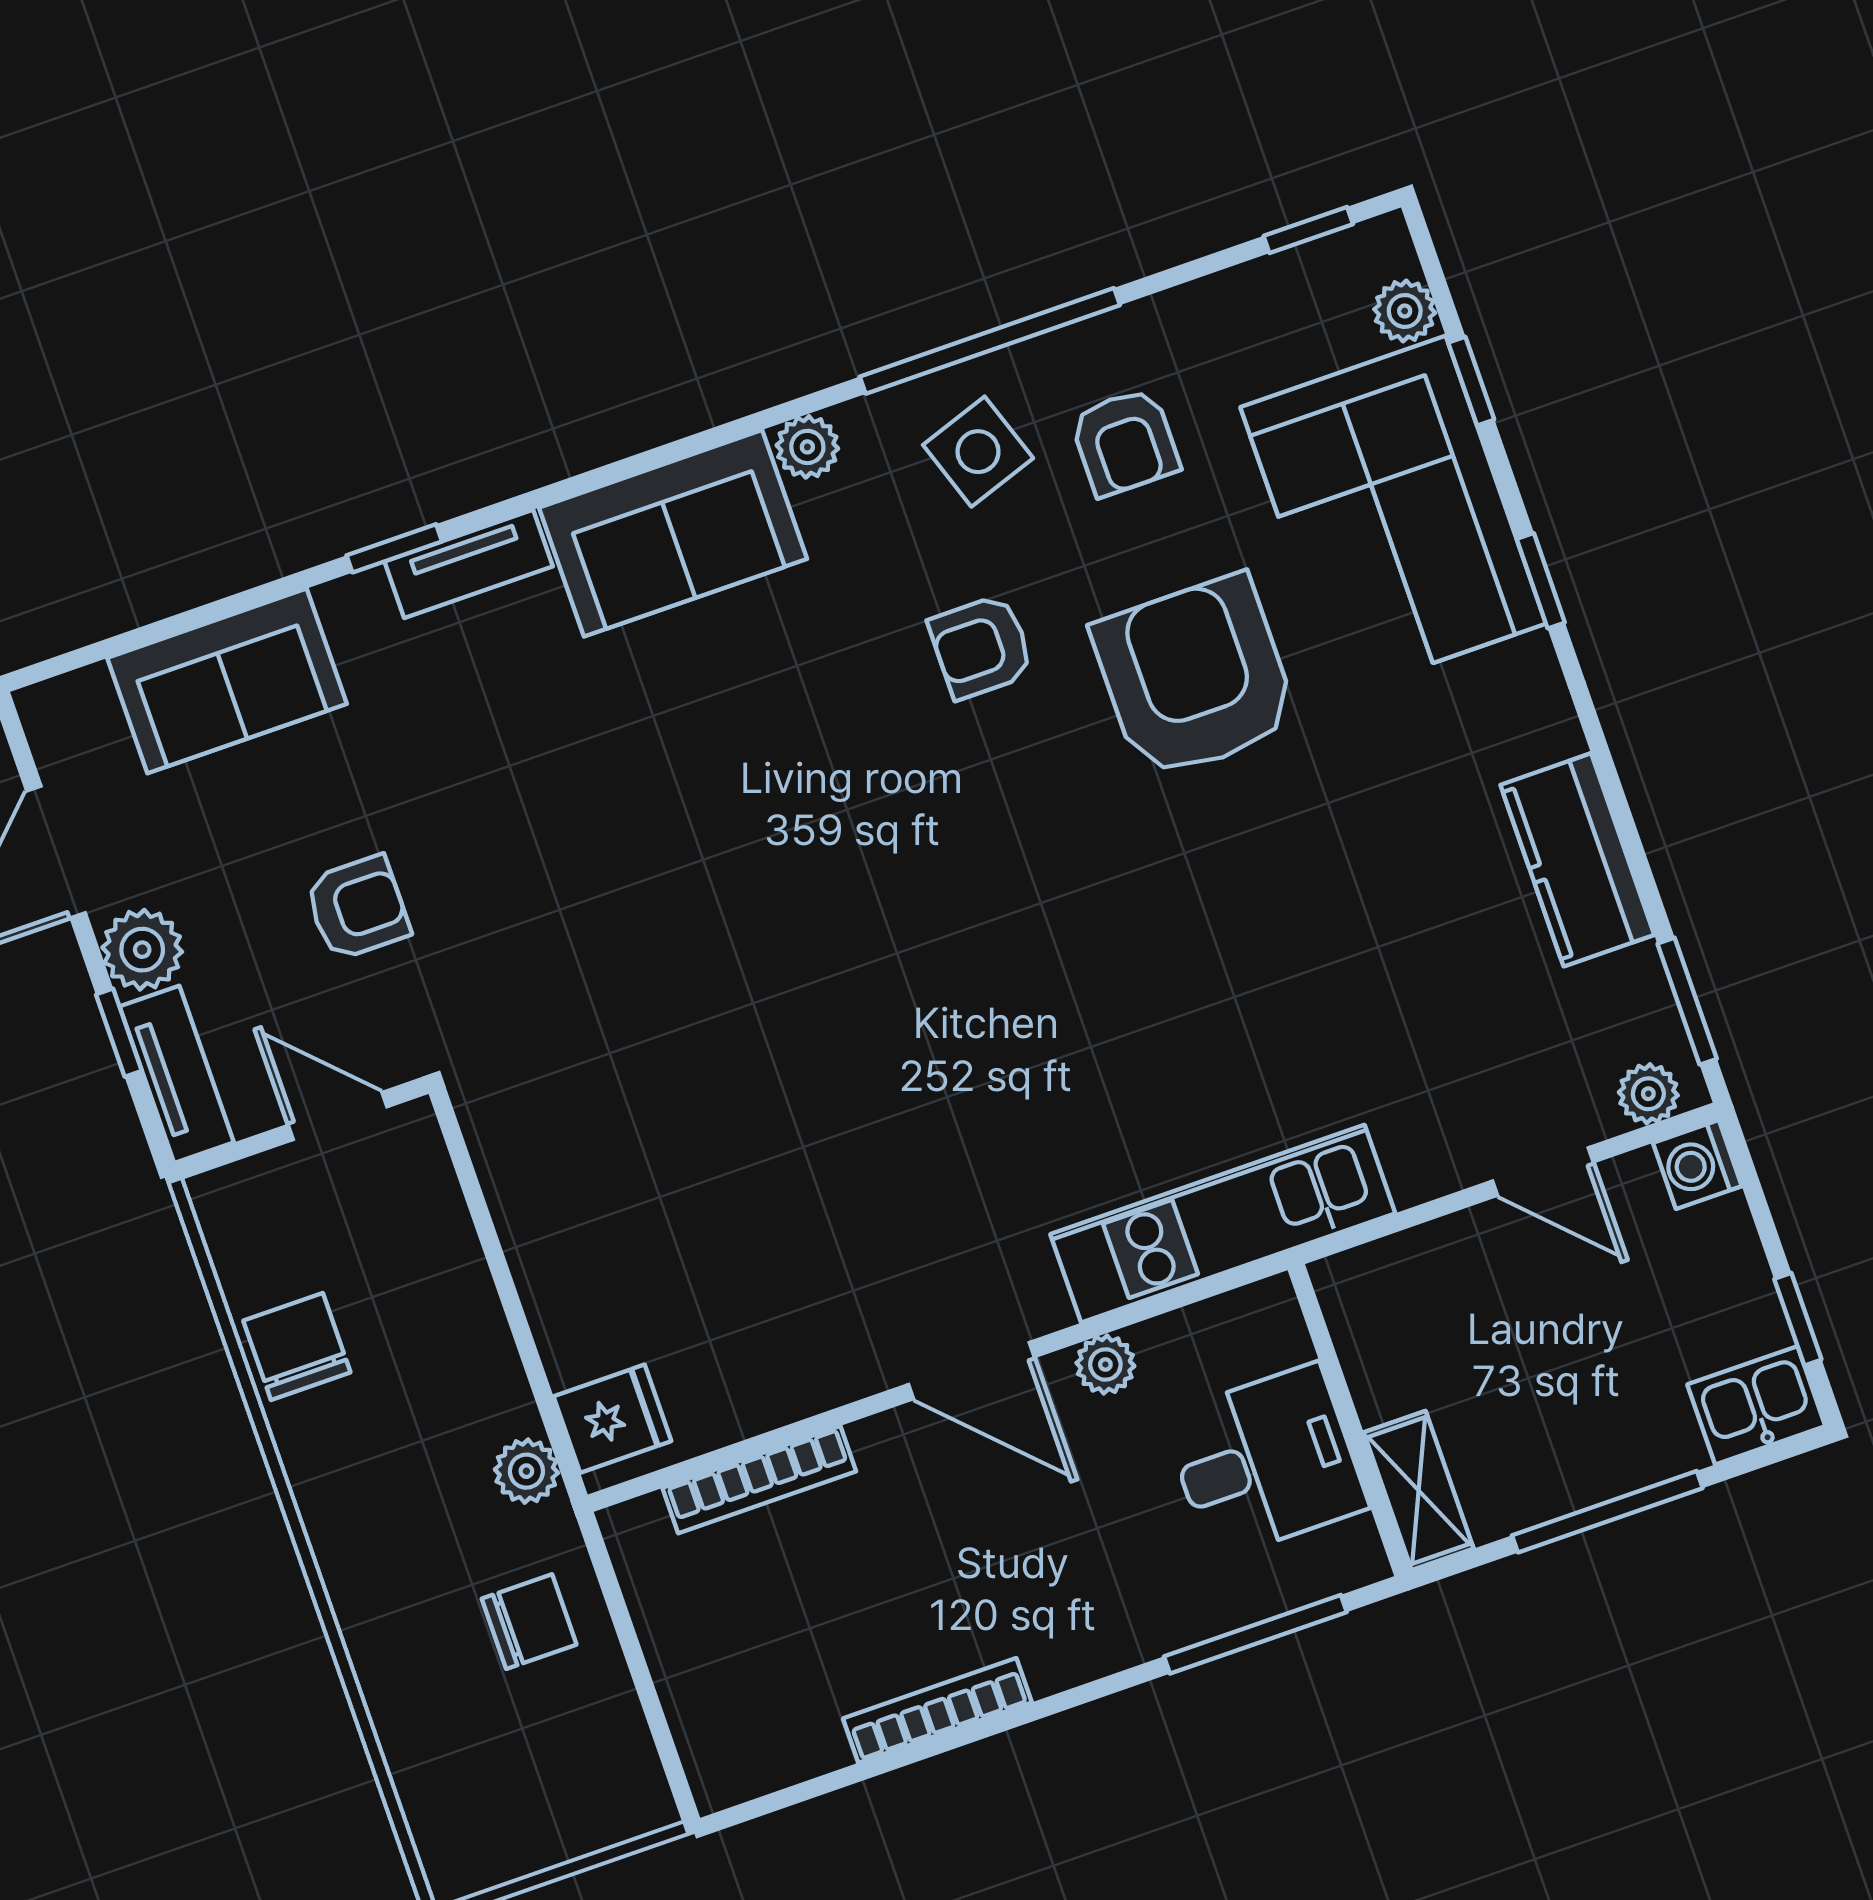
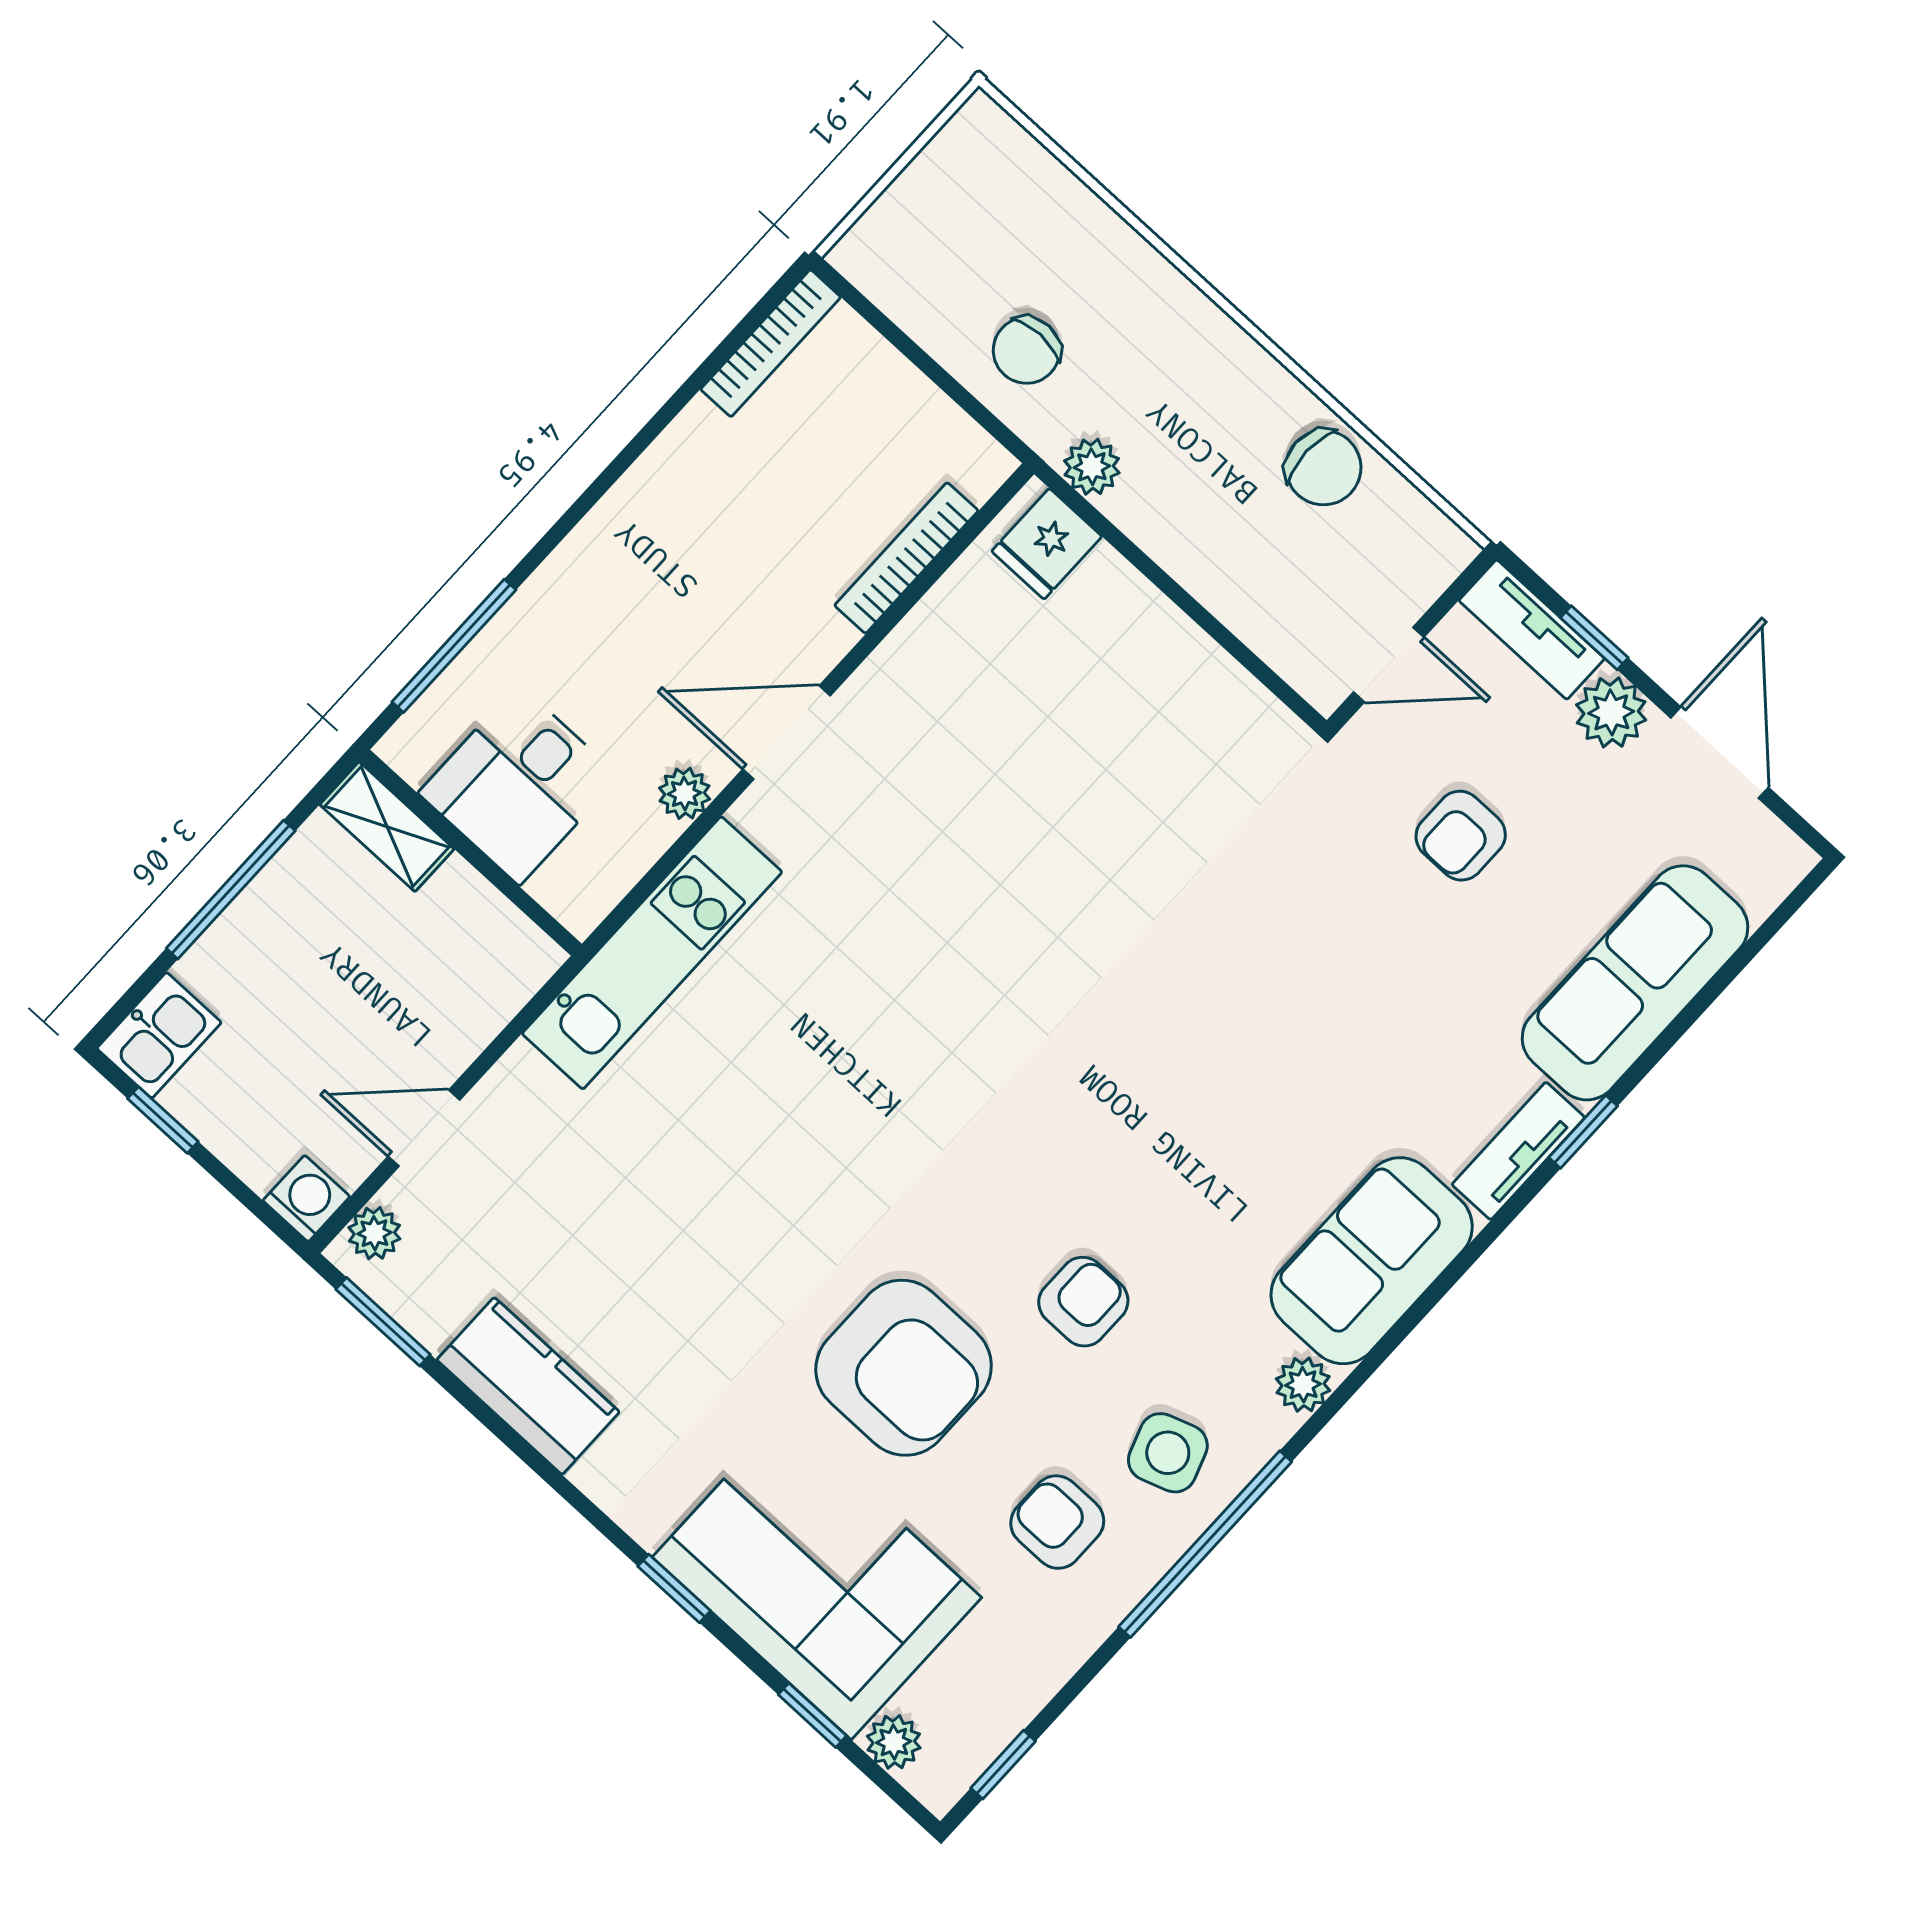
sofa: (227, 681) -> (1635, 983), width x1.36
bookcase: (937, 1710) -> (771, 343), moved

